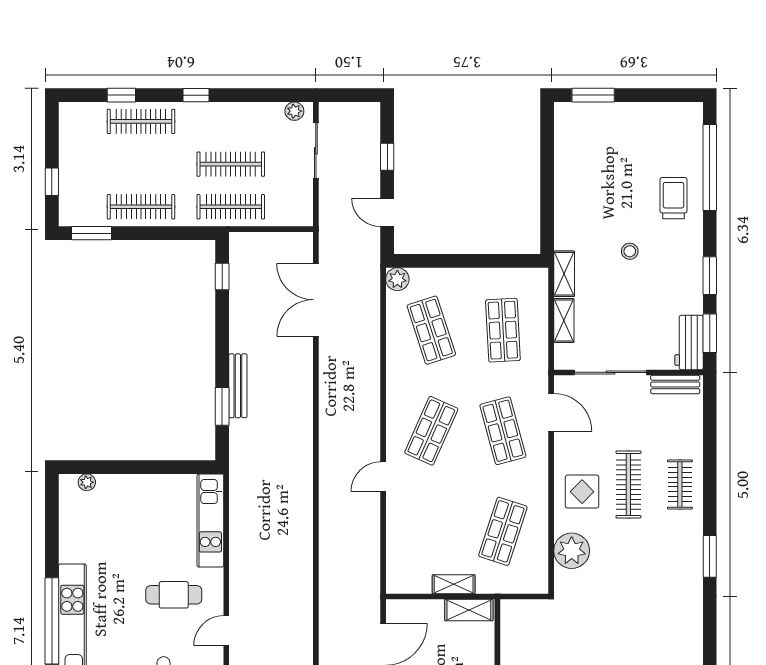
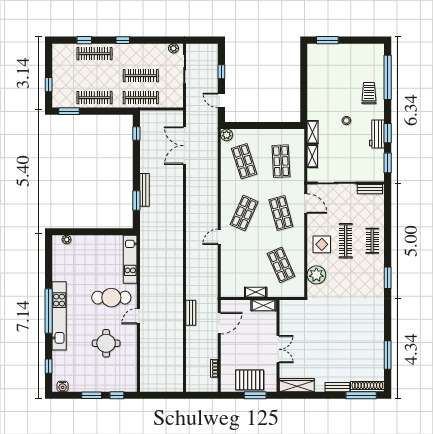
workbench: (689, 343) -> (377, 134), moved
shop shelf: (503, 531) -> (281, 265), turned -42
cafe table: (174, 595) -> (111, 298), width x1.37, depth x1.35
bench: (328, 624) -> (191, 313), added

